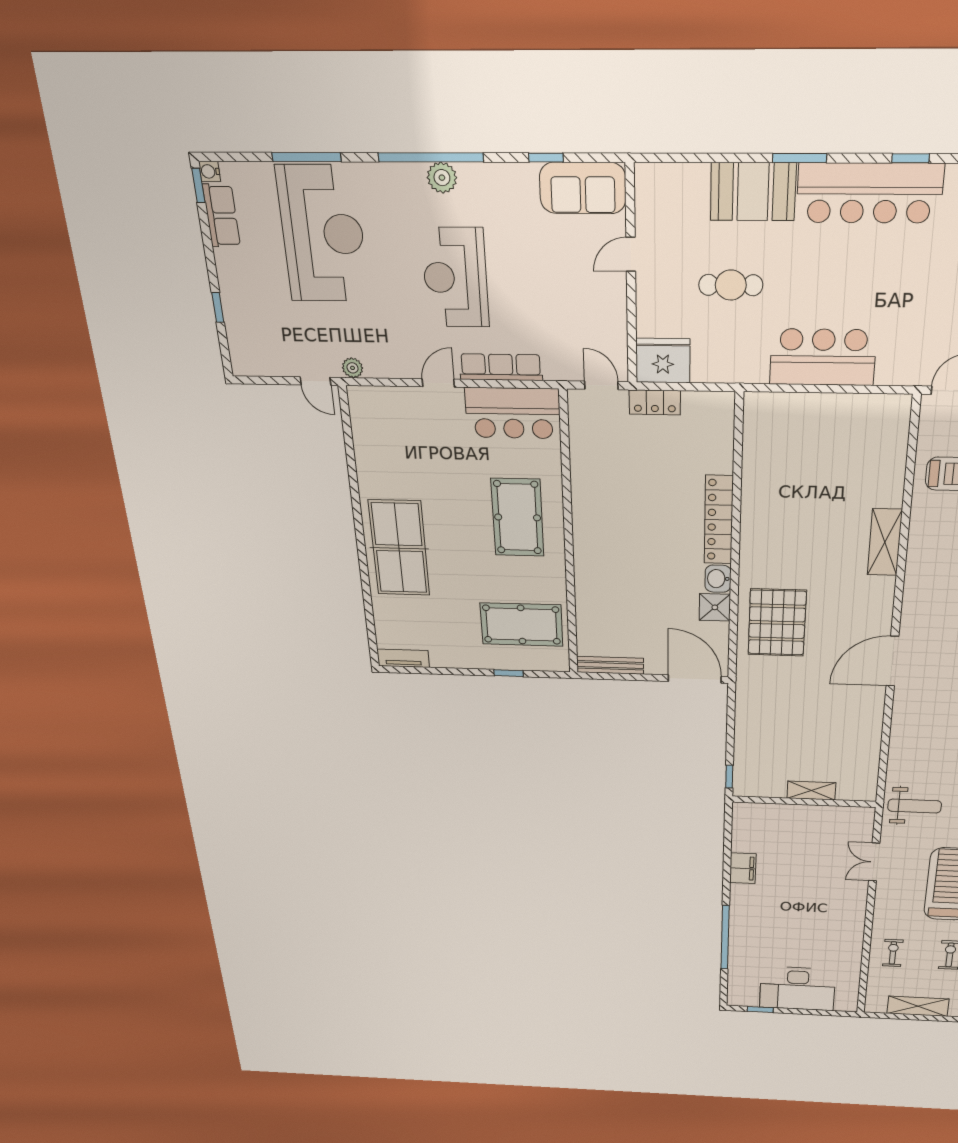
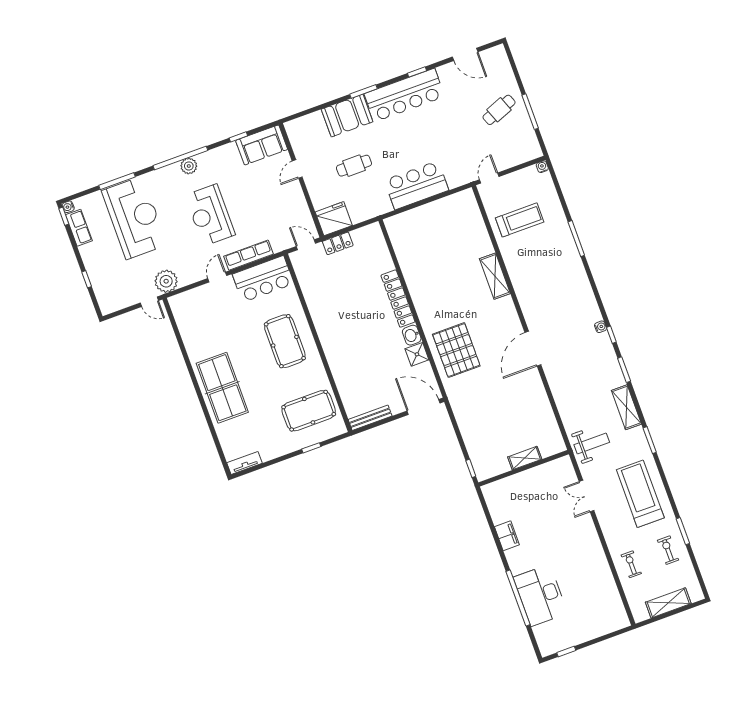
plant: (353, 368) -> (166, 281), width x1.87, depth x1.87
desk: (797, 989) -> (540, 595), moved, turned 90

